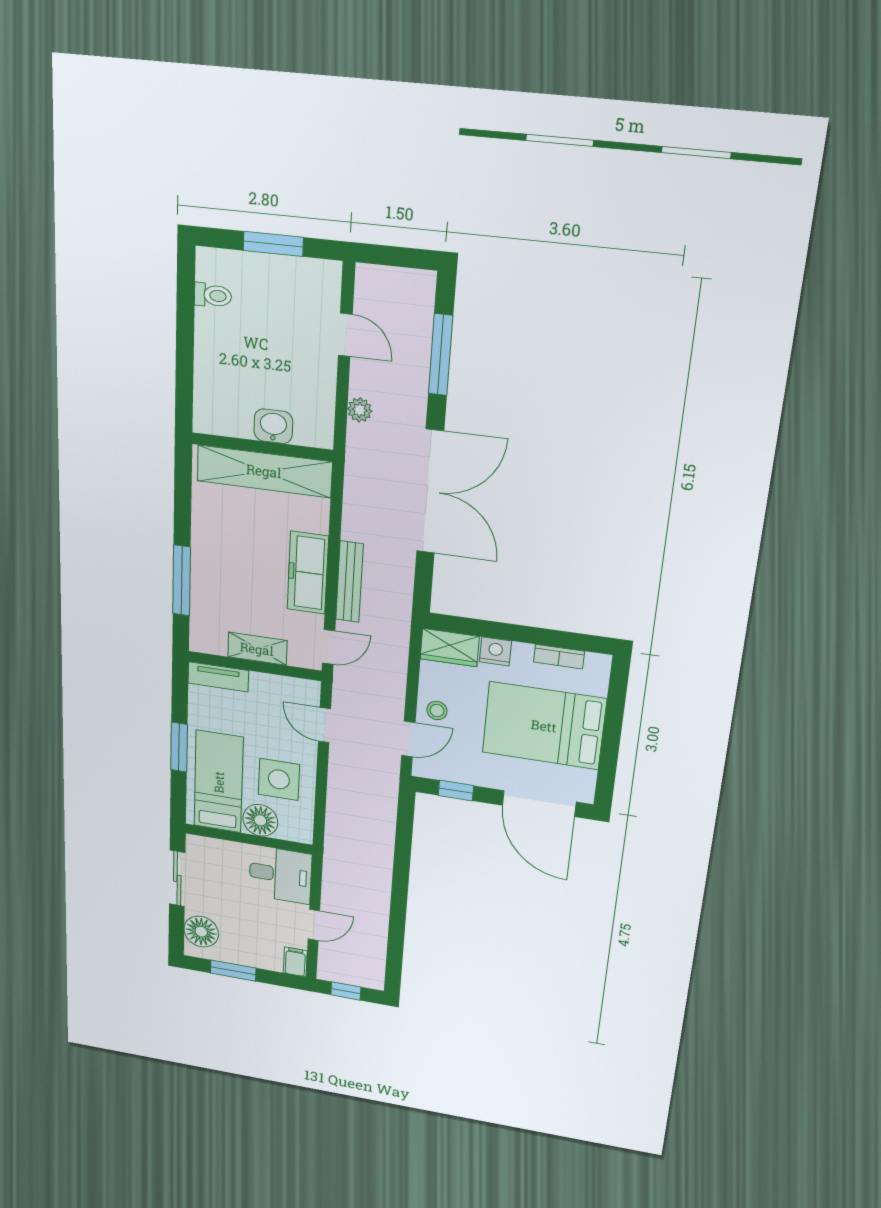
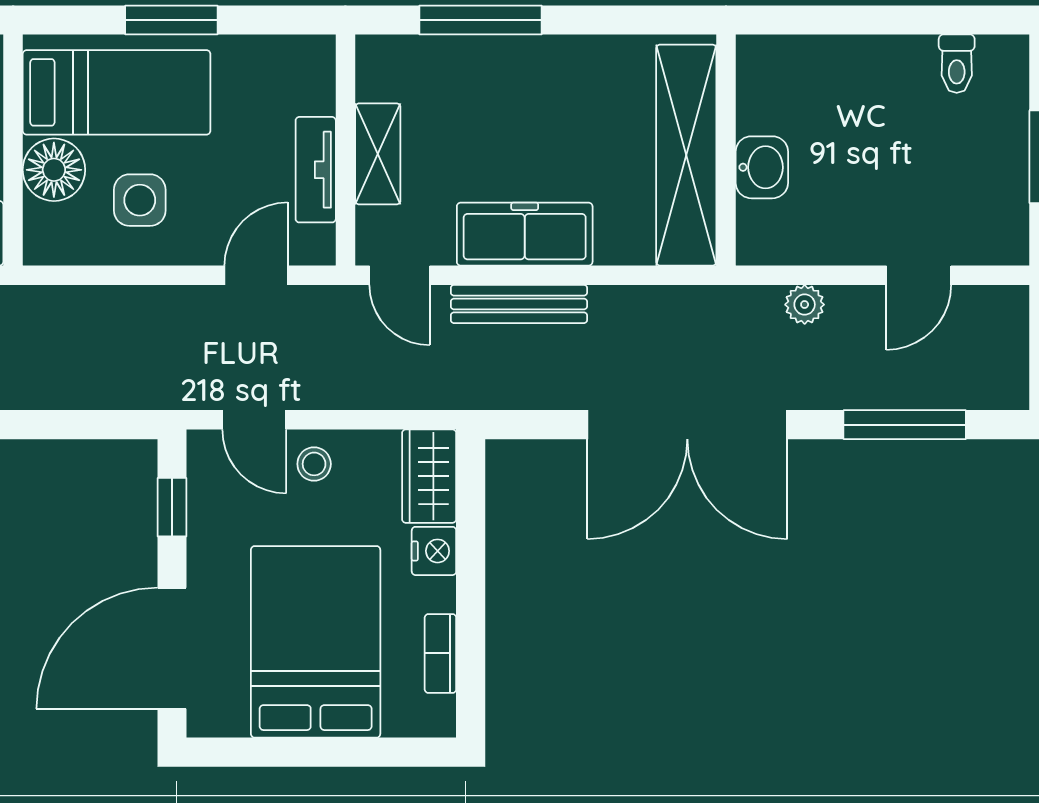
tv unit: (218, 677) -> (316, 170), moved
side table: (279, 779) -> (140, 200), width x0.73, depth x0.73

